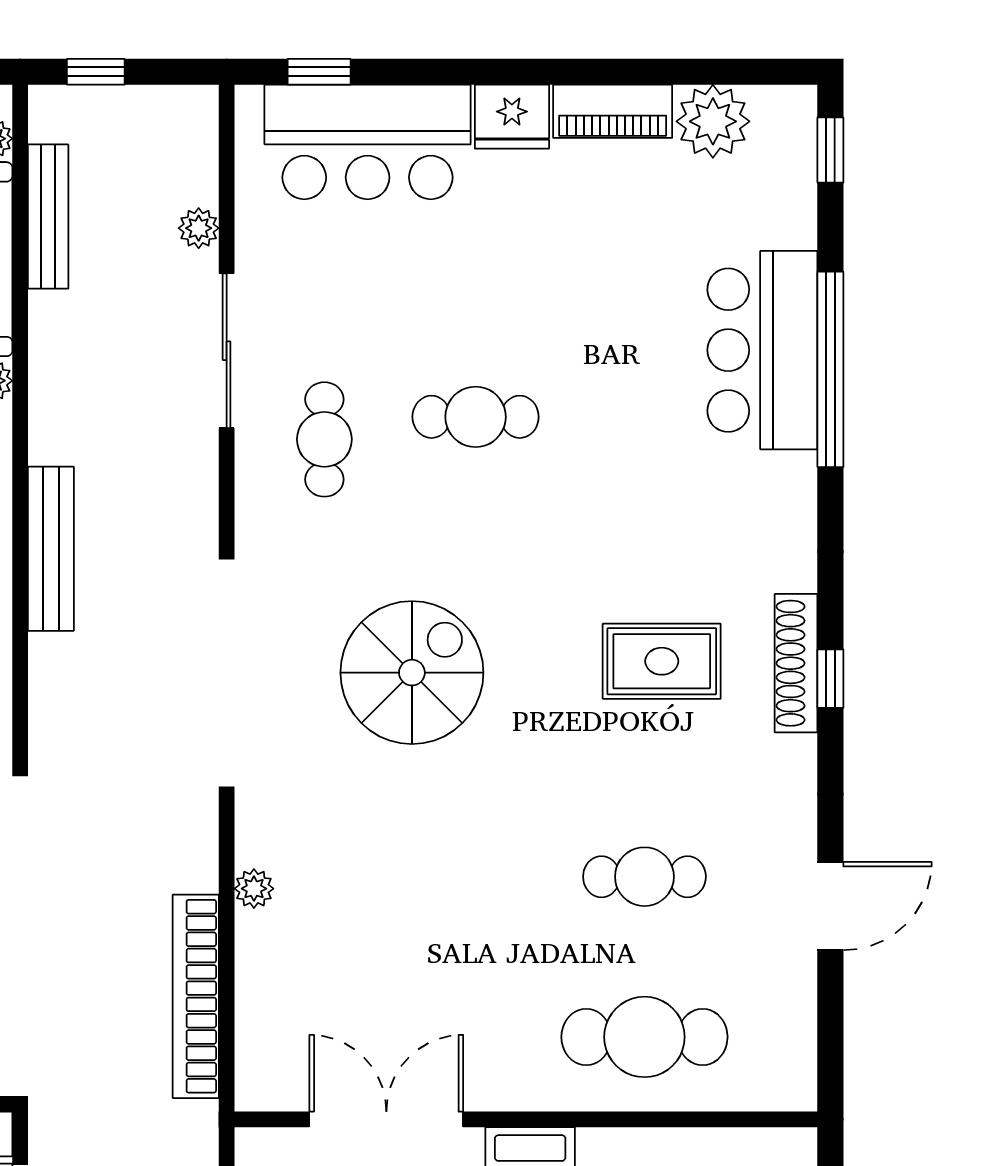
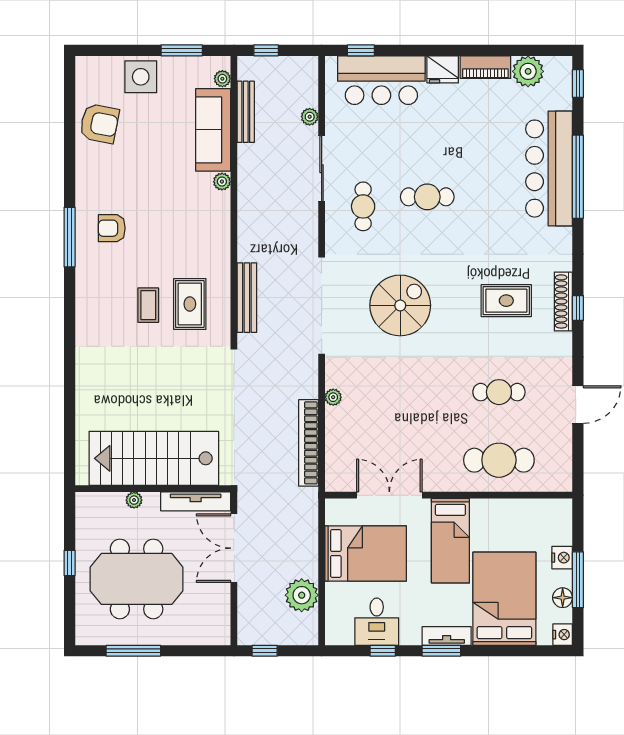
bar counter: (762, 350) -> (549, 169), width x1.36
bench: (51, 549) -> (247, 298), moved

